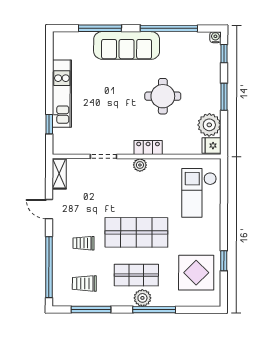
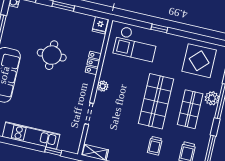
plant: (209, 125) -> (83, 23), removed
locker: (148, 148) -> (93, 63), moved
window: (224, 261) -> (159, 28), moved
plant: (142, 298) -> (212, 98), moved

